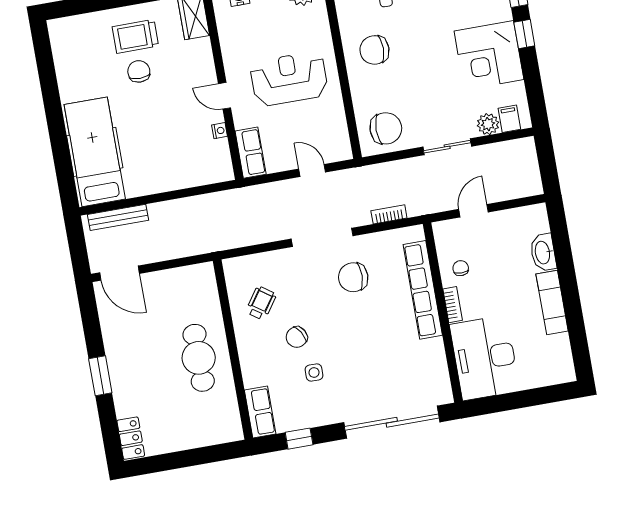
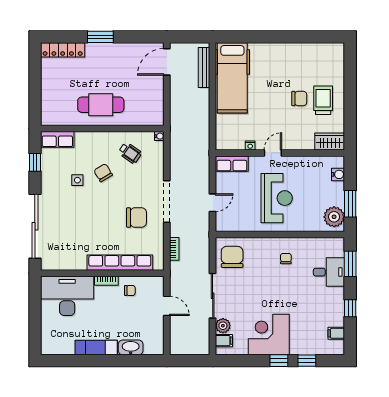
chair: (374, 50) -> (286, 259), width x0.54, depth x0.54
chair: (386, 128) -> (232, 257), turned 180
sliding door: (447, 147) -> (213, 296), width x1.37
hospital bed: (95, 152) -> (232, 78), moved, turned 90
water cooler: (229, 265) -> (159, 136), added
chair: (353, 277) -> (136, 218), turned 89
locker: (131, 438) -> (63, 50), width x1.53

